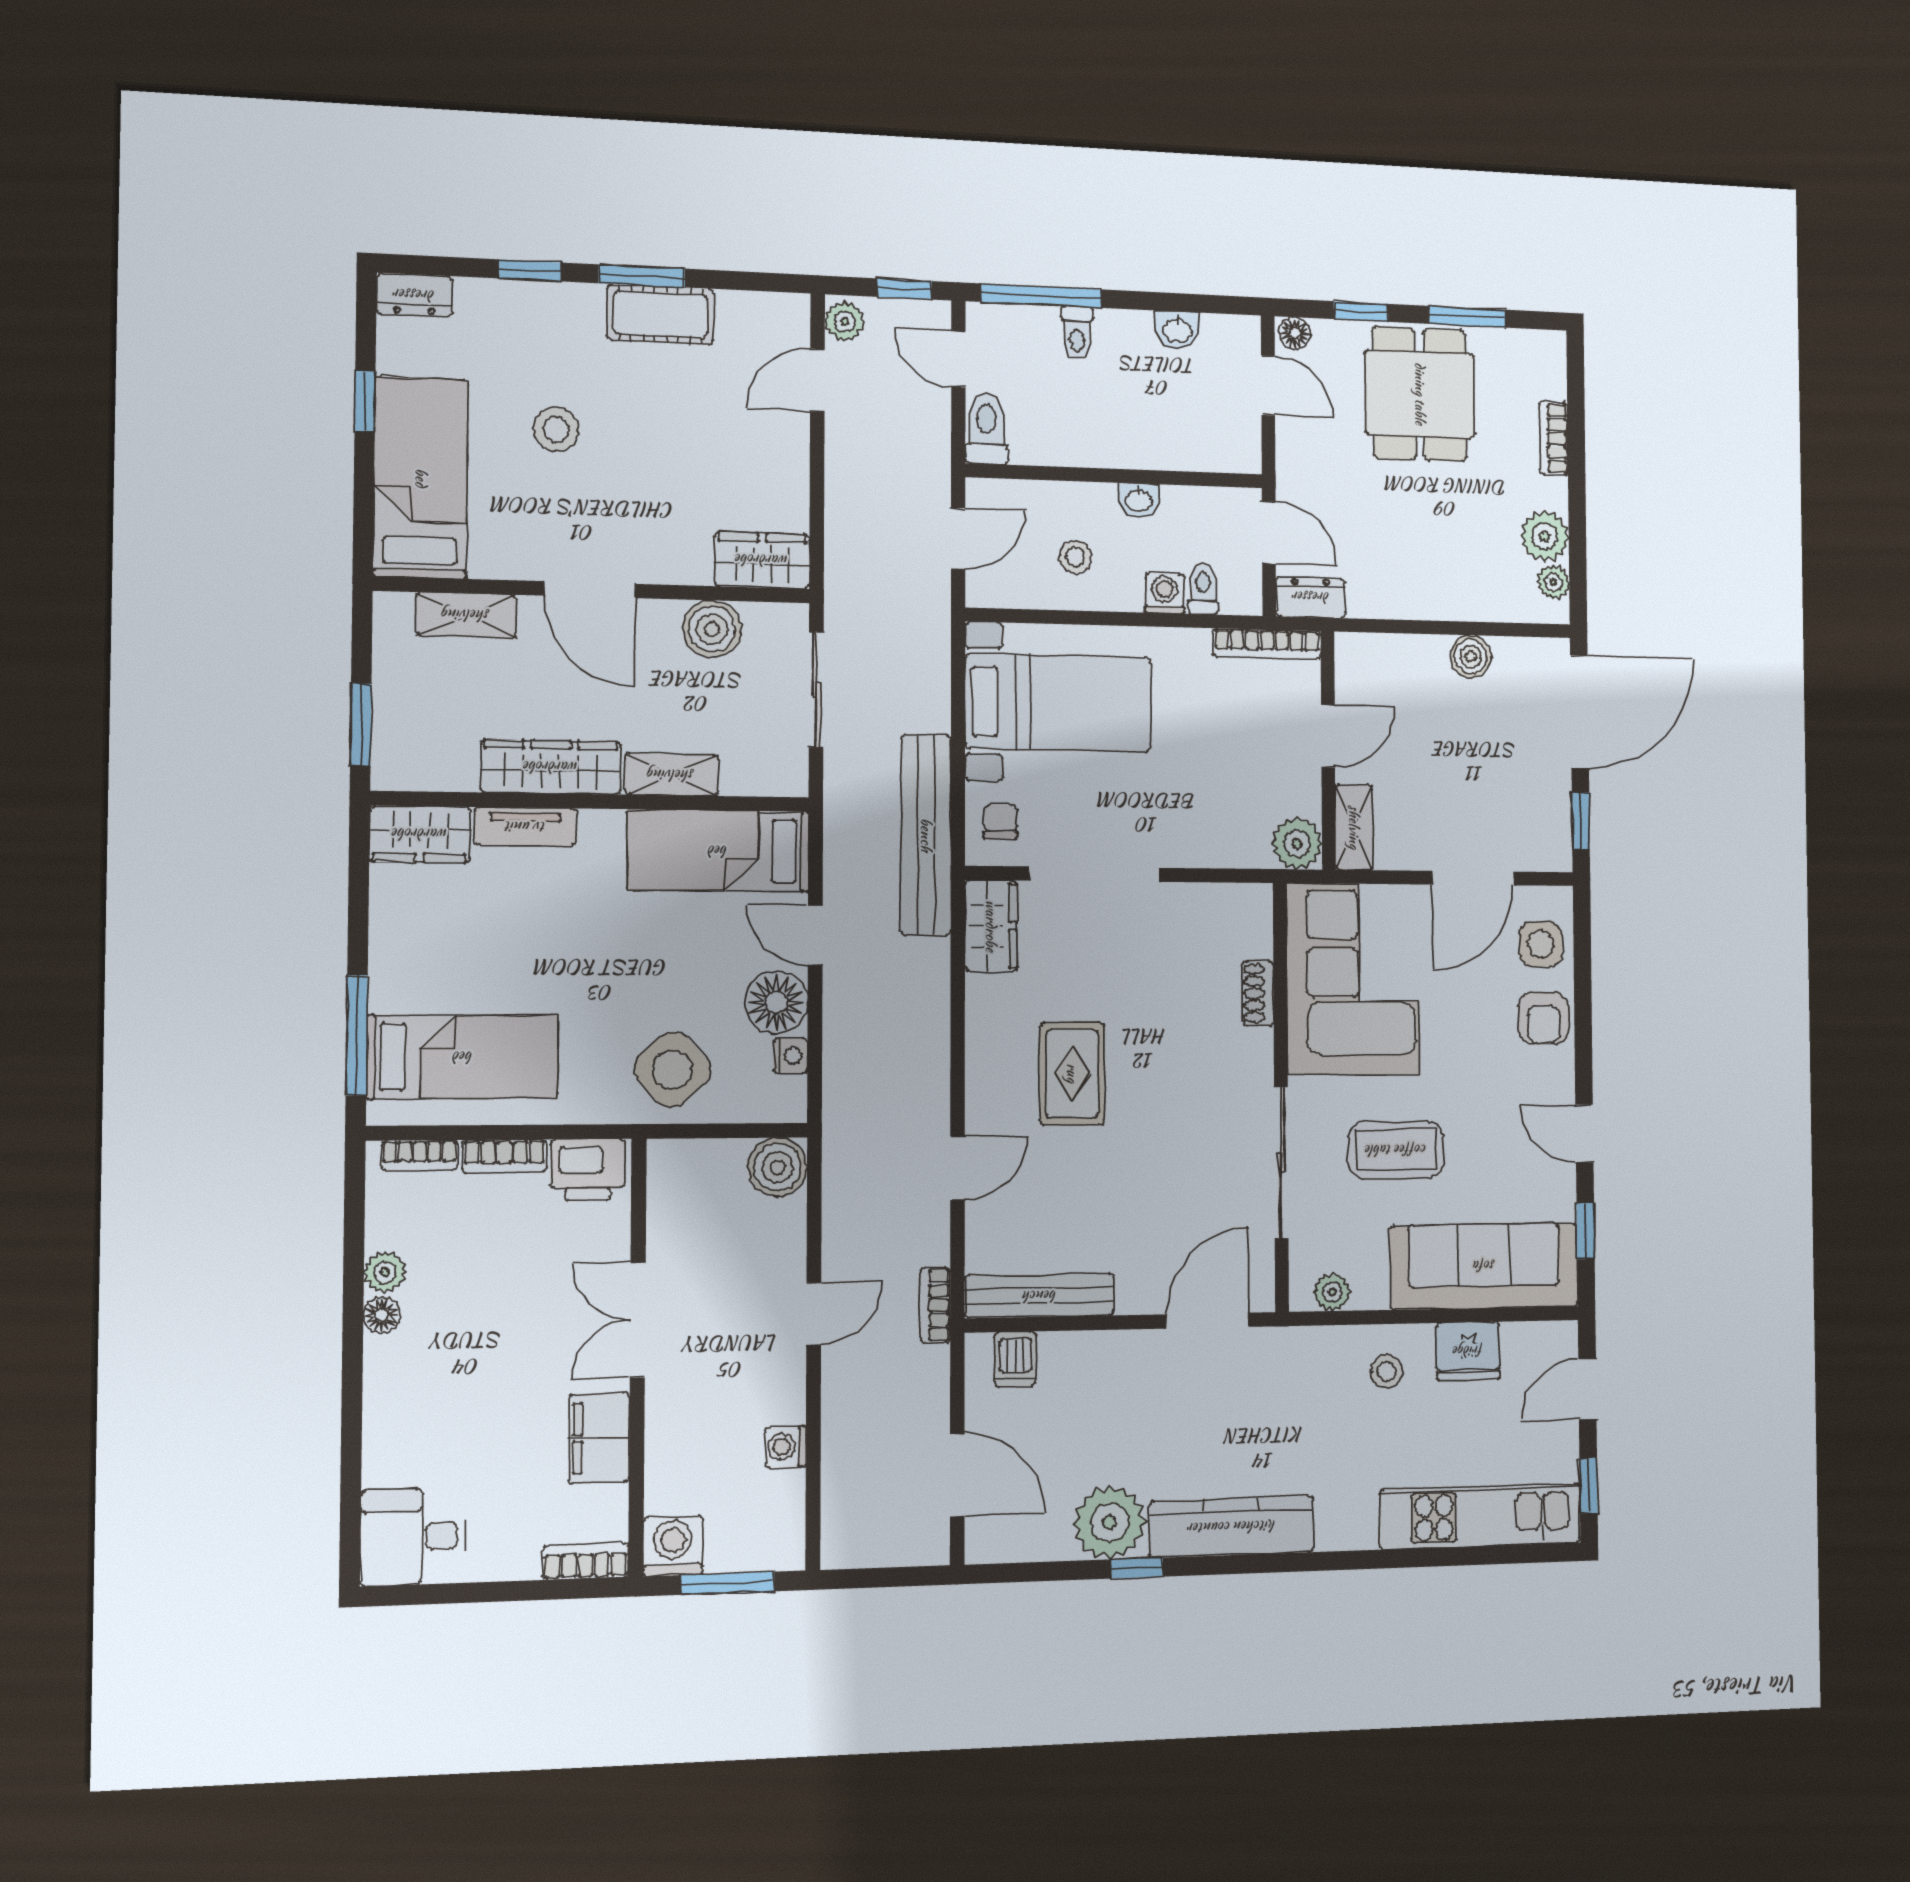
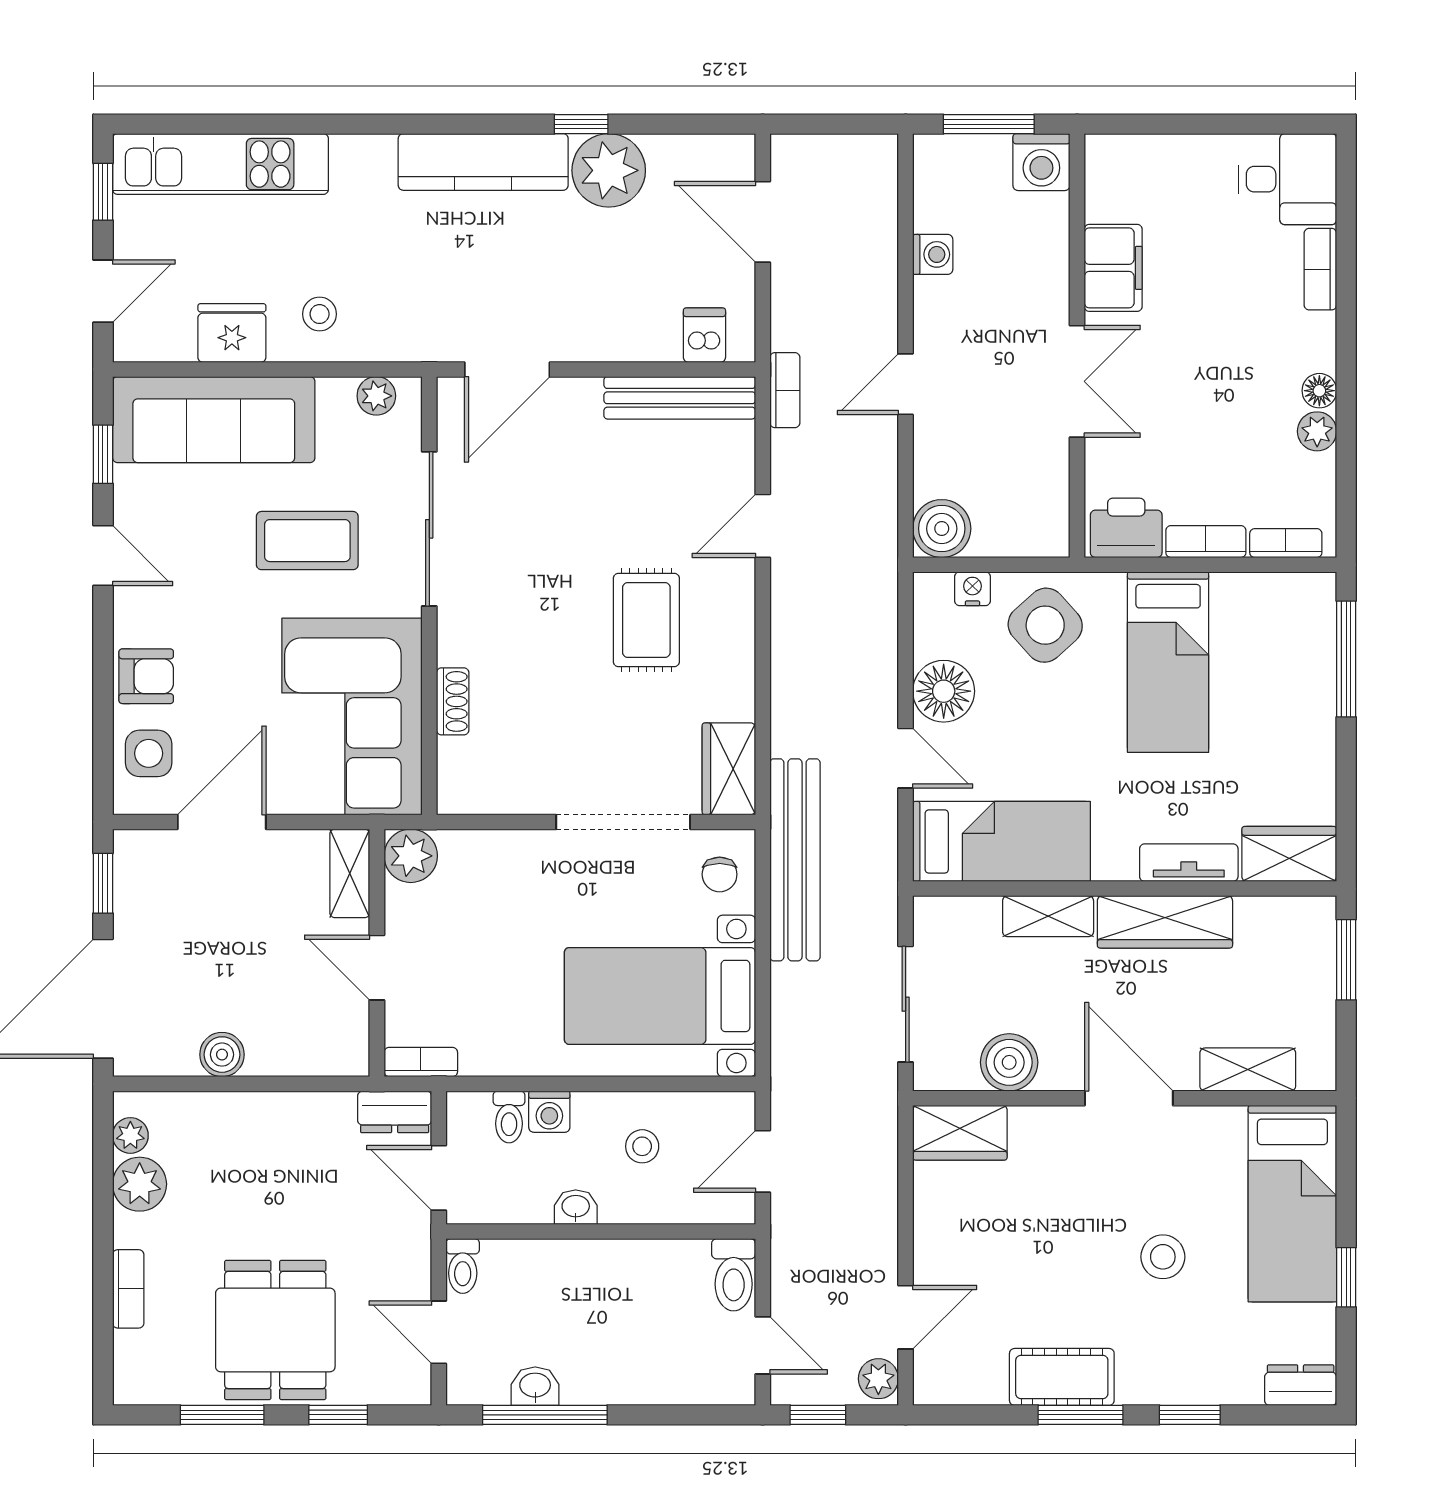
window: (1041, 296) -> (545, 1415), moved
toilet: (1077, 333) -> (463, 1266), moved, turned 180
floor lamp: (1295, 333) -> (410, 1388), removed
bookcase: (1267, 644) -> (421, 1062), width x0.64
door: (1328, 736) -> (377, 968), hinge flipped
armchair: (1544, 1018) -> (146, 676), turned 90
nightstand: (790, 1056) -> (972, 589), moved, turned 90
bed: (463, 1057) -> (1168, 662), moved, turned -90
bookcase: (586, 1561) -> (1320, 269), moved, turned 90

